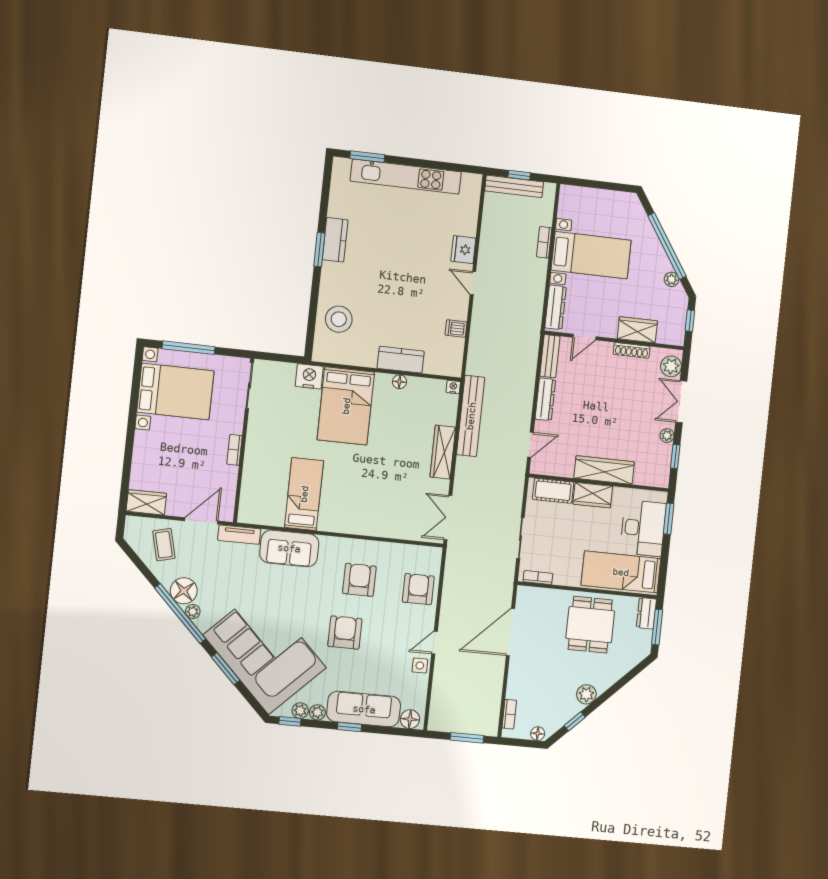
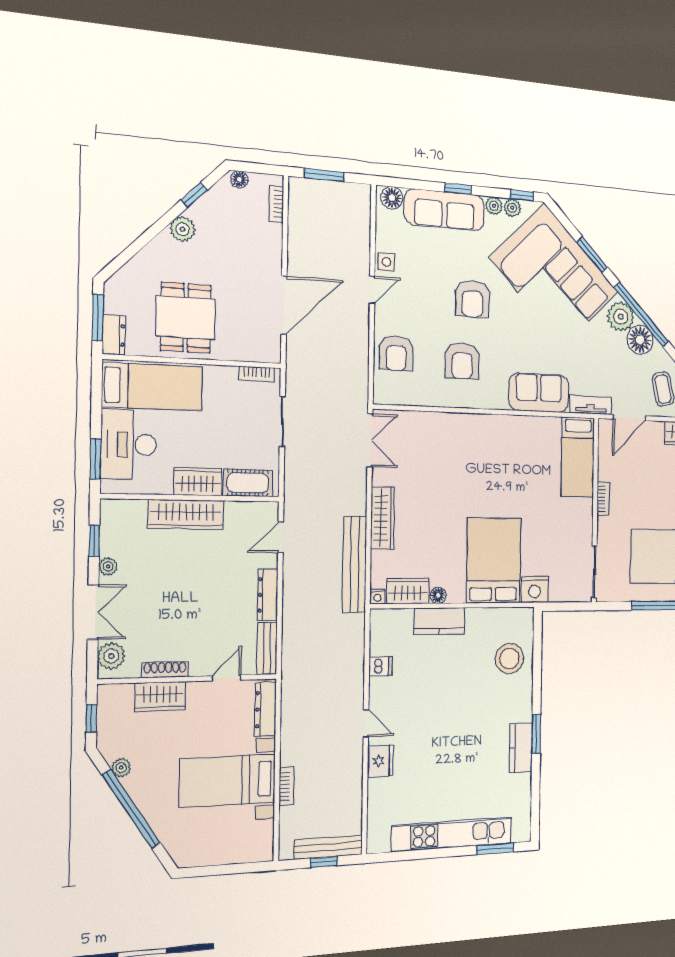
wardrobe: (426, 389) -> (408, 591), added
bed: (304, 494) -> (578, 457), moved
plant: (193, 612) -> (621, 317), width x1.87, depth x1.87

